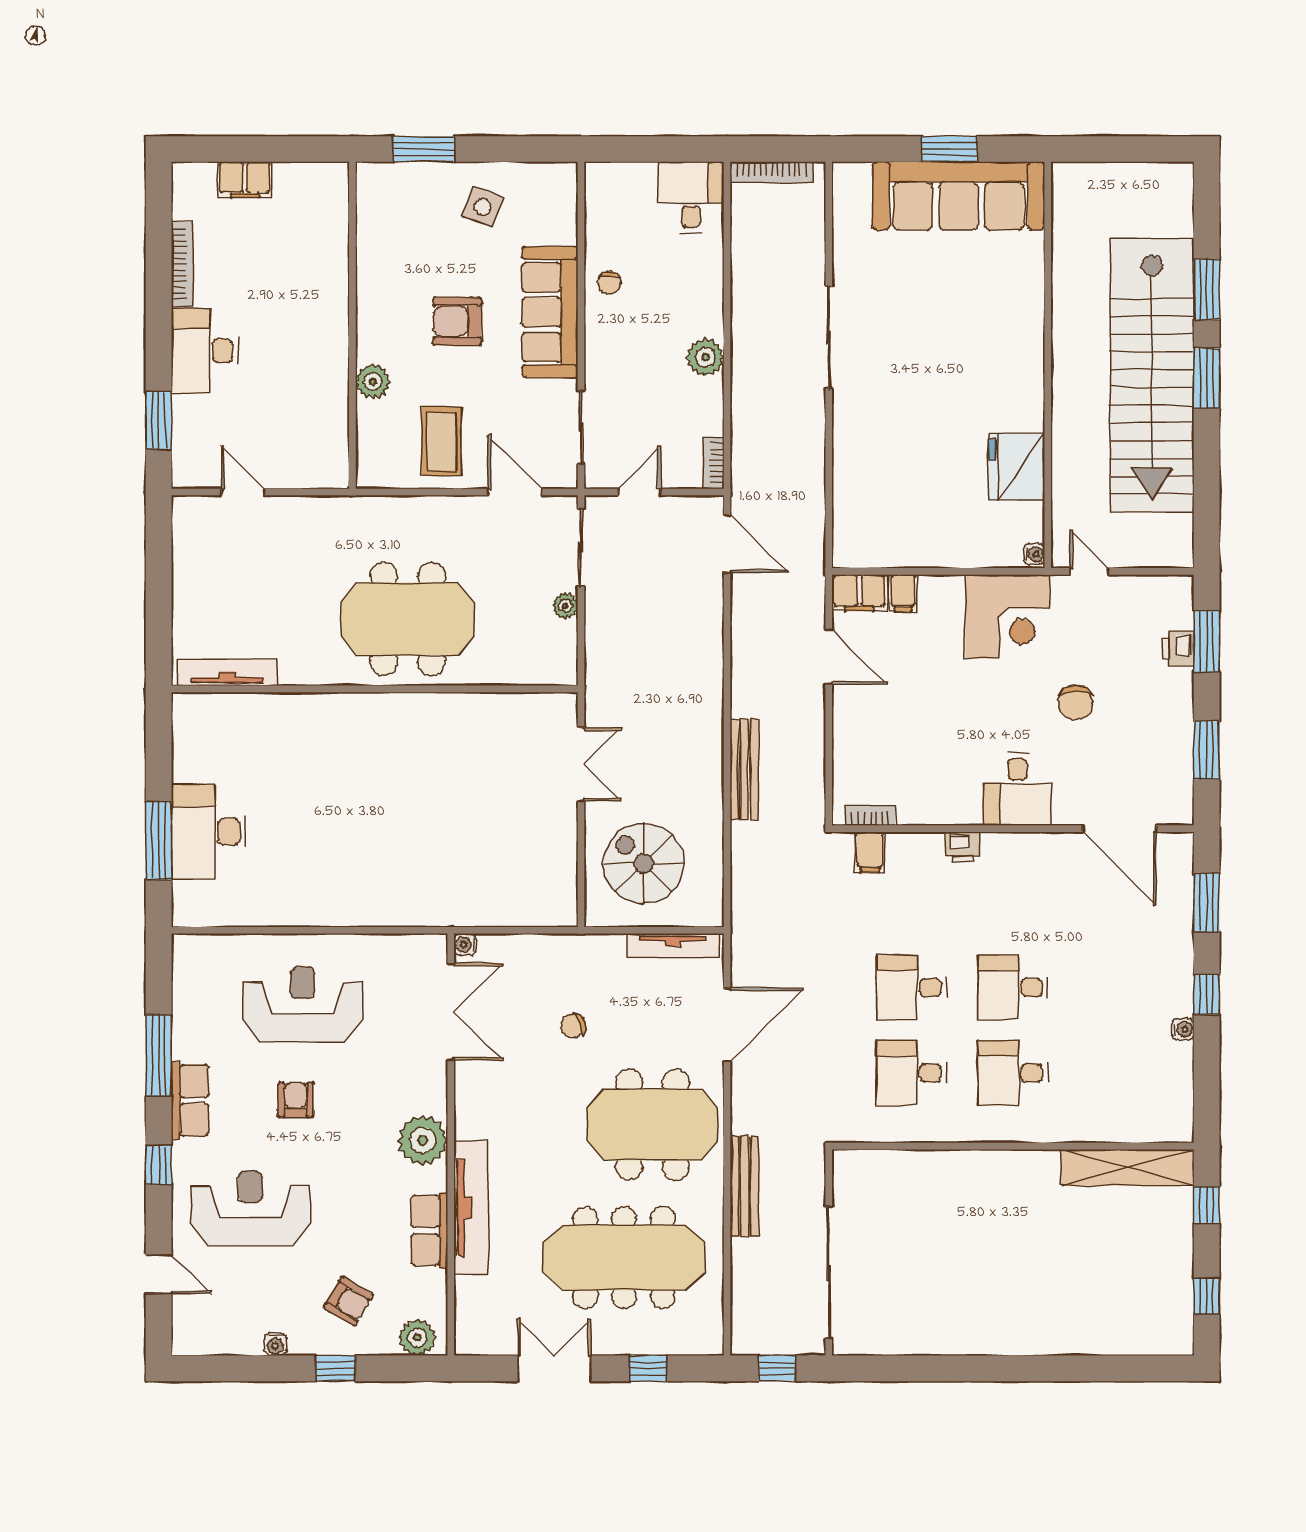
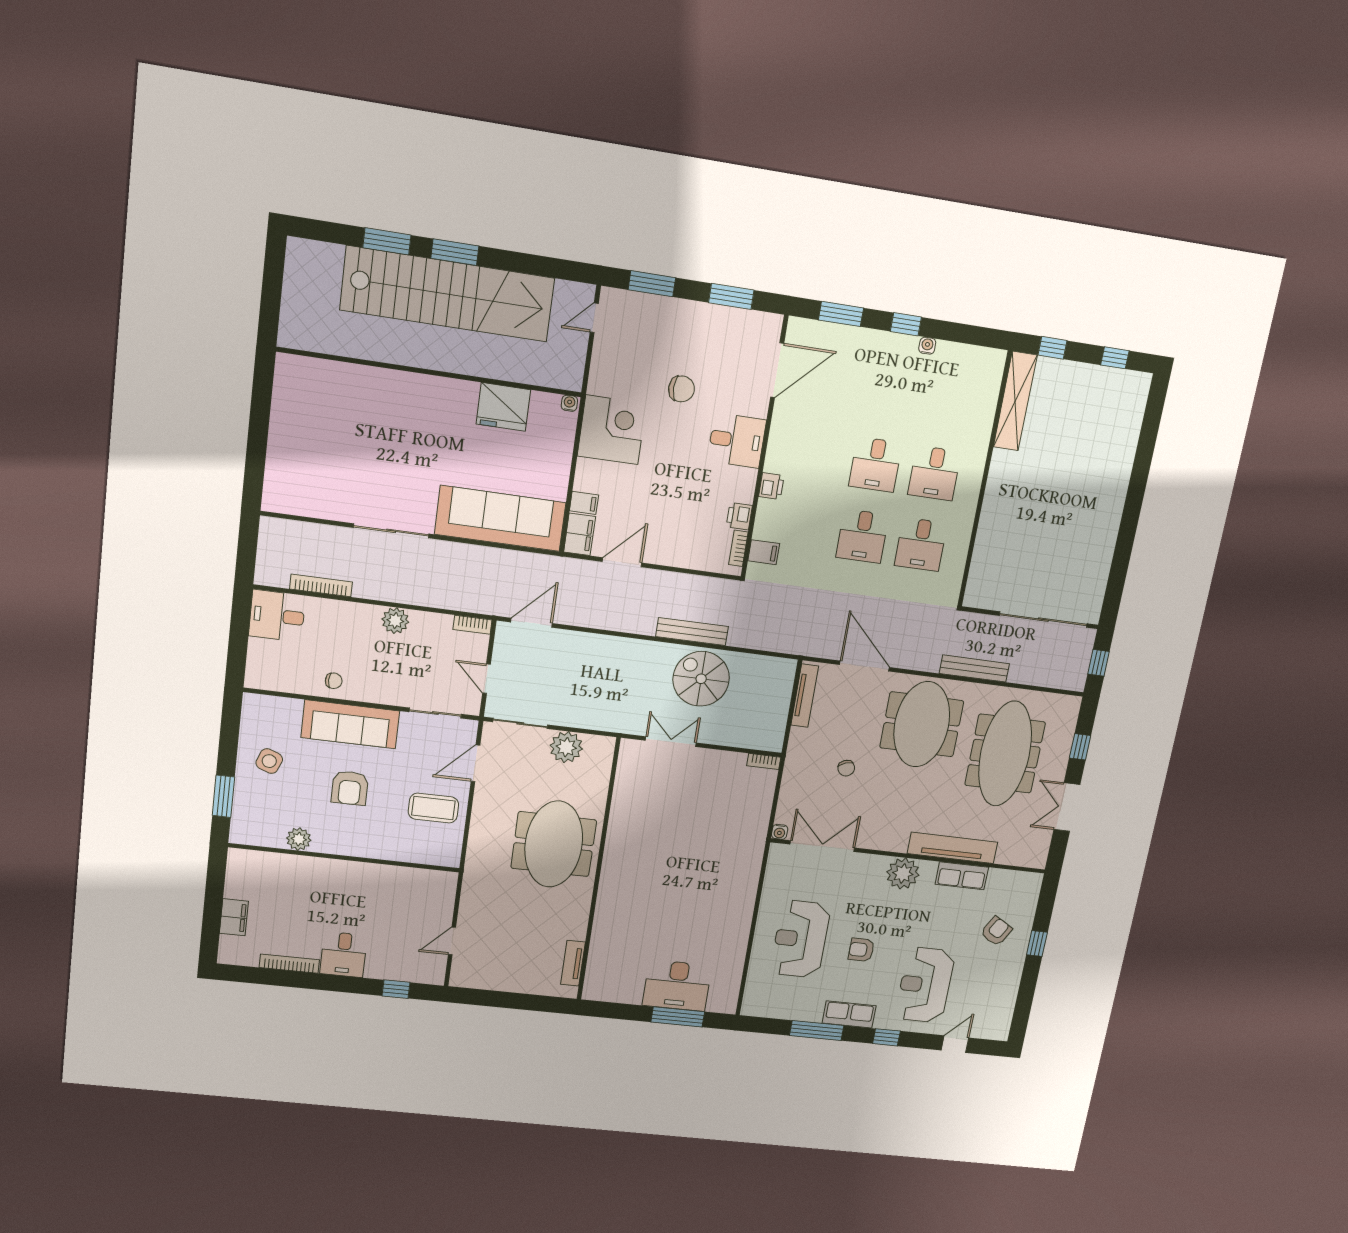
window: (949, 149) -> (259, 422), removed
bookcase: (772, 172) -> (321, 585), moved, turned -90
sofa: (959, 196) -> (500, 518), moved, turned -90
desk: (205, 351) -> (344, 955), width x0.73
plant: (373, 382) -> (299, 839), moved
window: (159, 420) -> (396, 989), width x0.67
door: (1089, 571) -> (594, 318), moved
plant: (565, 606) -> (566, 747), width x1.88, depth x1.88
printer: (1178, 648) -> (739, 516), moved, turned 90
tv unit: (227, 672) -> (573, 963), width x0.71
spiral stairs: (644, 864) -> (701, 679), moved, turned 90
bookcase: (568, 903) -> (764, 761), added
plant: (417, 1338) -> (1029, 891), removed
water cooler: (275, 1344) -> (1014, 979), removed

